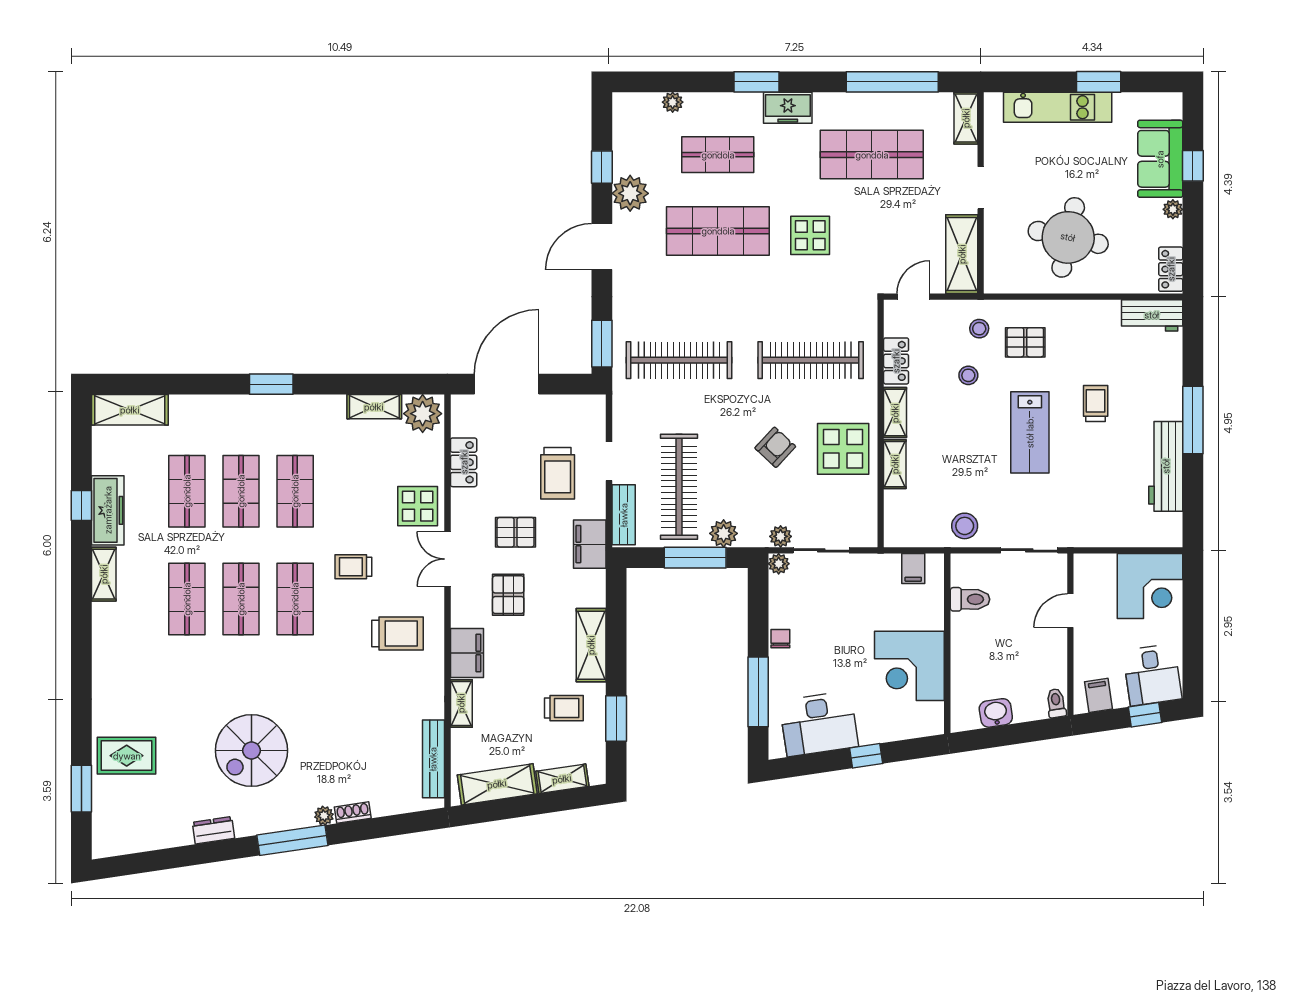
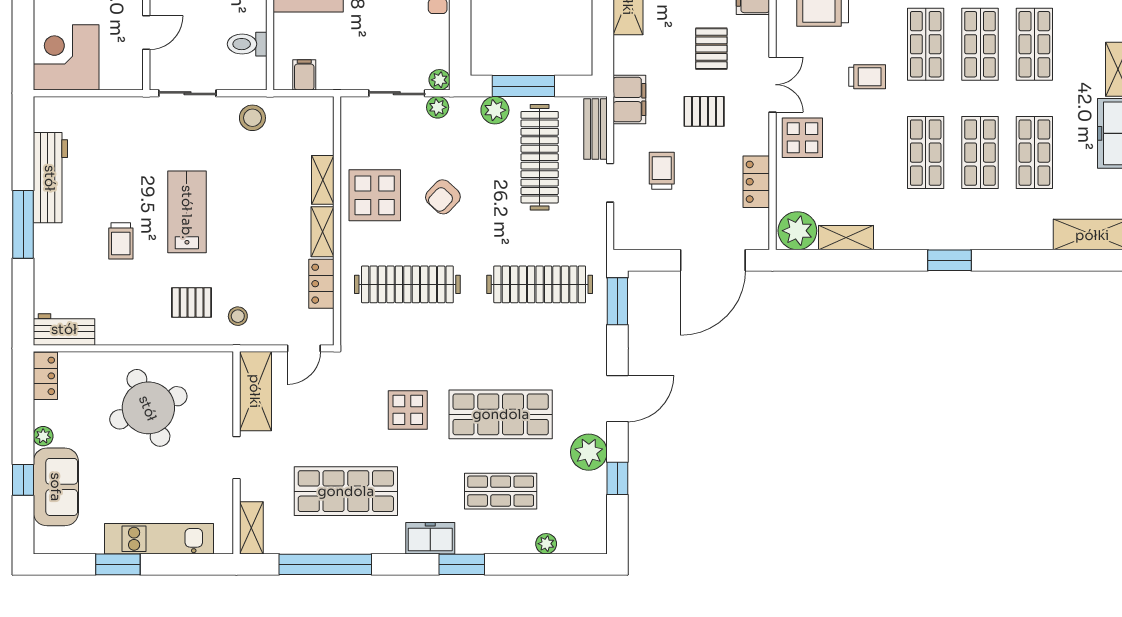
round table: (1068, 237) -> (148, 408), turned -34
stool: (968, 375) -> (249, 269), removed
trolley: (558, 473) -> (662, 171), width x0.73, depth x0.72

